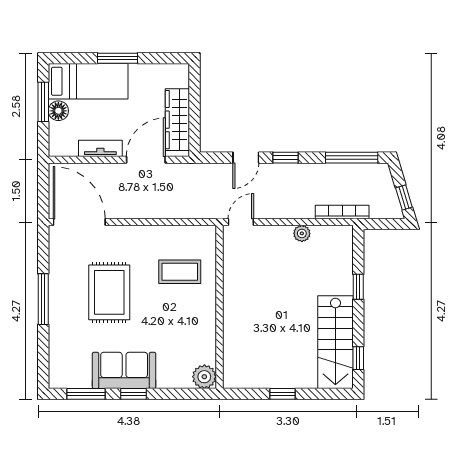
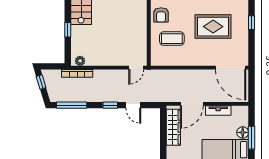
door: (246, 158) -> (133, 105), swing flipped
plant: (302, 233) -> (80, 61), moved
rug: (109, 292) -> (213, 27), turned 90
window: (43, 299) -> (252, 23), width x0.46
armchair: (198, 312) -> (161, 15), added

